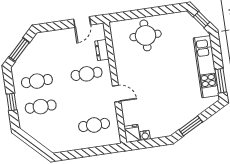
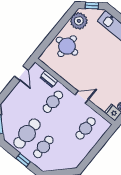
plant: (177, 22) -> (79, 21), added
cafe table: (37, 81) -> (27, 134), width x1.37, depth x1.35

